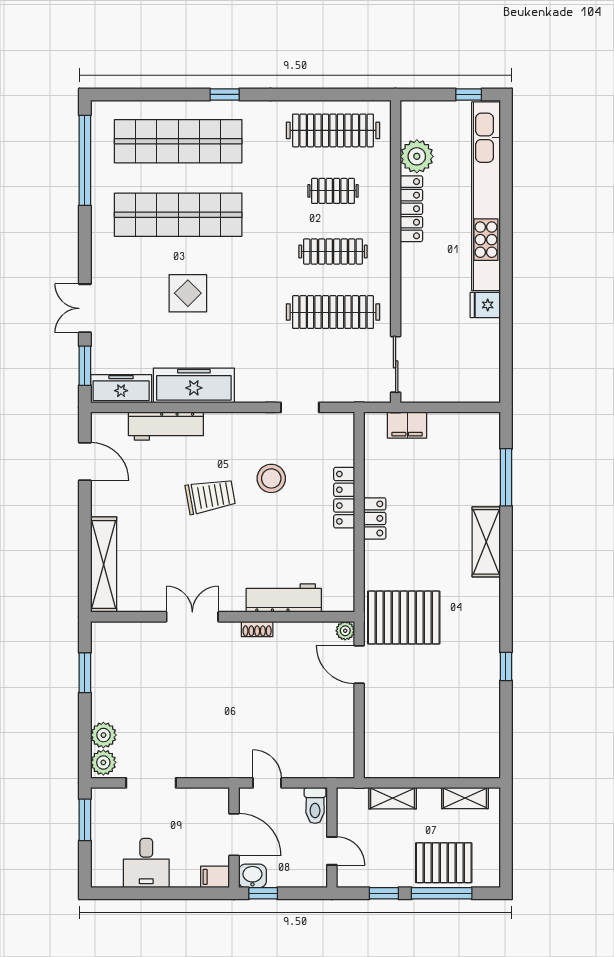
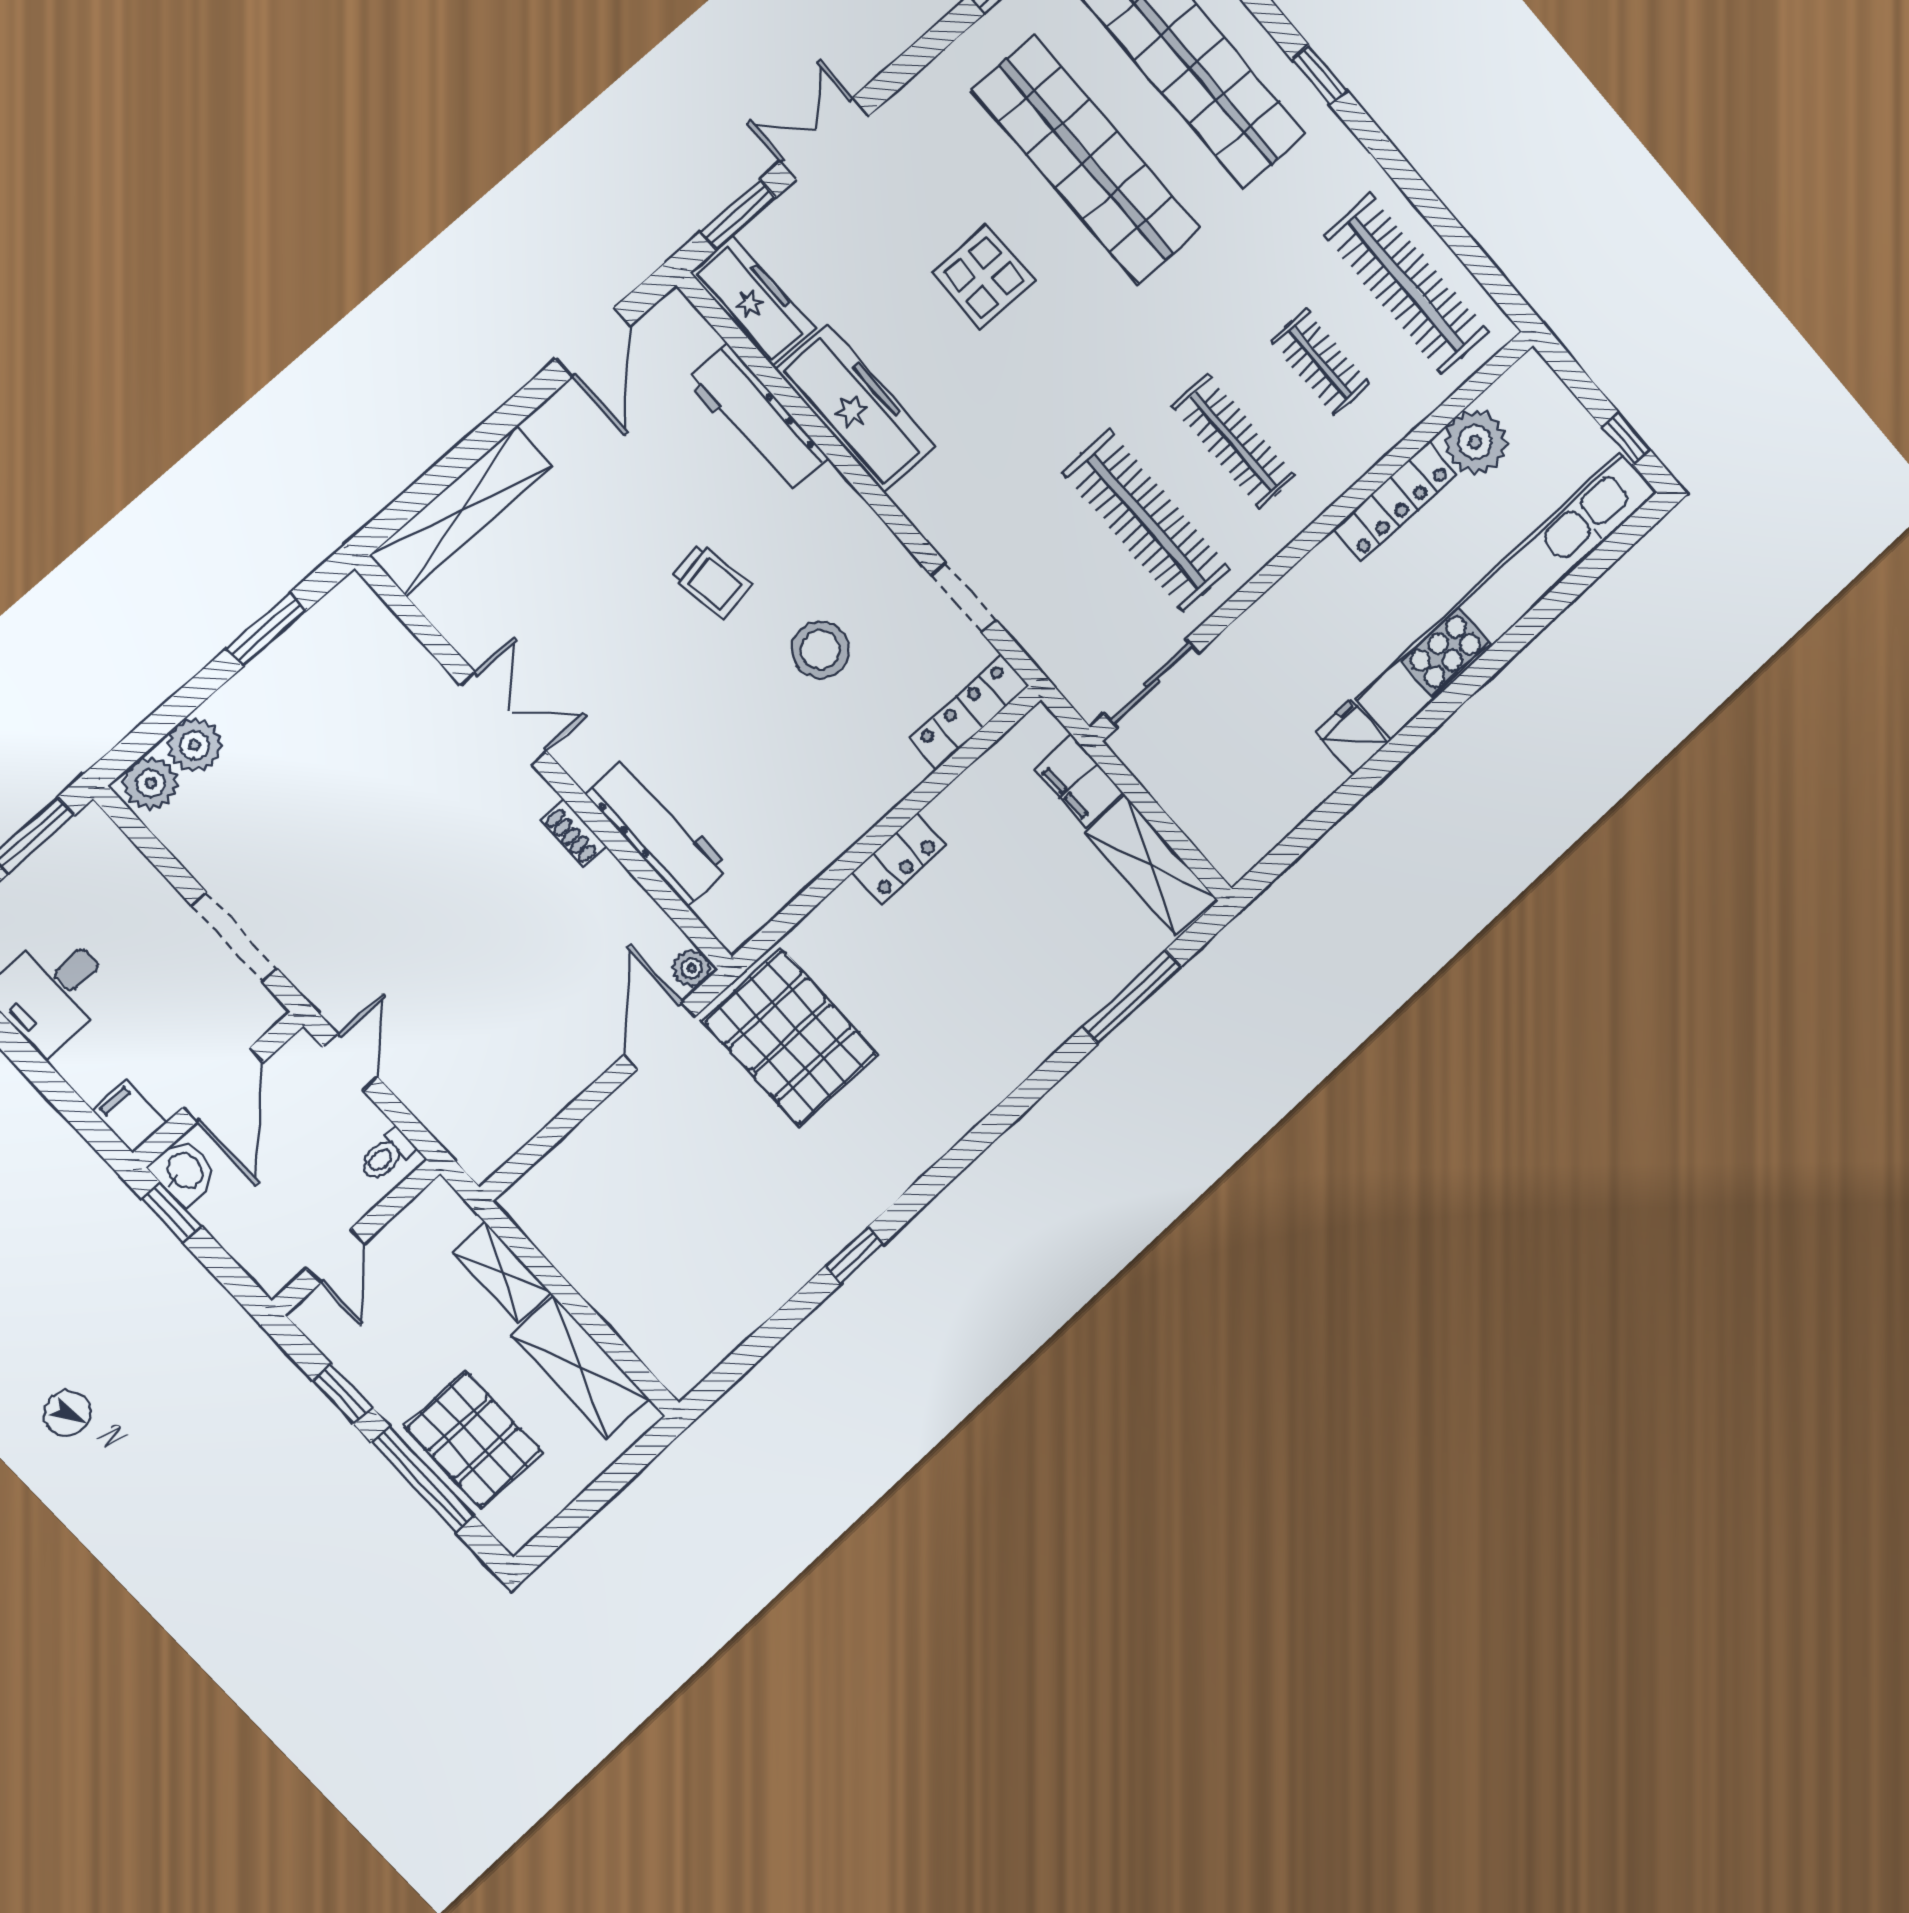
trolley: (210, 496) -> (712, 581), width x0.73, depth x0.72
locker: (344, 498) -> (969, 712), moved
shelving: (486, 542) -> (1151, 866), moved, turned 90
doorway: (151, 783) -> (235, 937), moved
shelving: (465, 798) -> (580, 1367), width x1.50, depth x1.33
toilet: (315, 805) -> (386, 1155), width x0.73, depth x0.72

